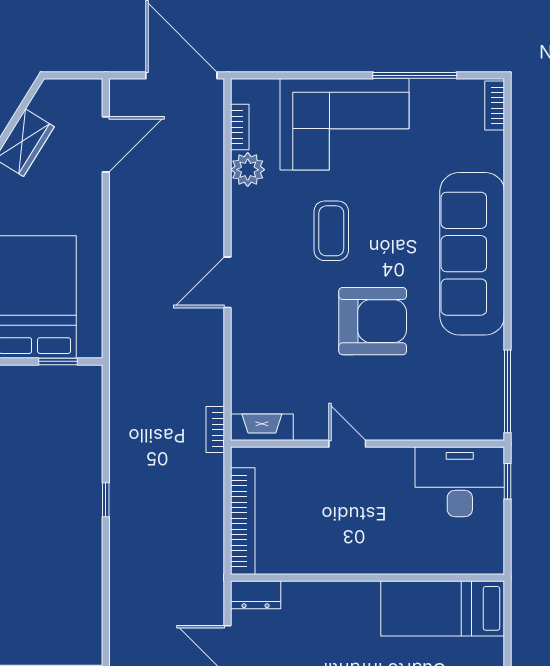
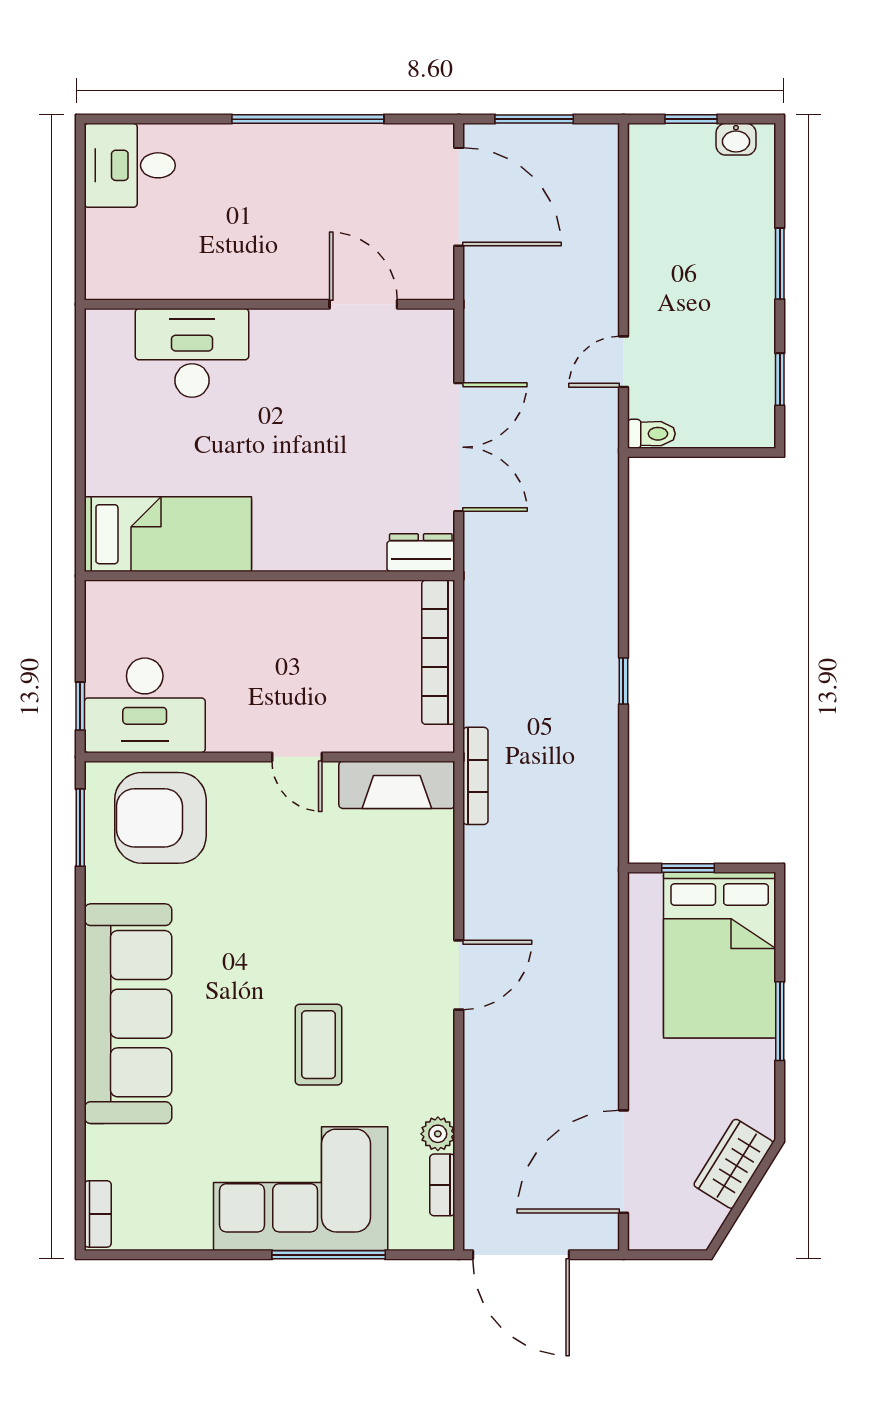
window: (415, 75) -> (329, 1255), moved
door: (106, 144) -> (623, 1162), width x1.36
plant: (248, 170) -> (438, 1134), width x0.73, depth x0.73
armchair: (373, 321) -> (160, 818), moved
window: (508, 391) -> (80, 828), width x0.69
fireplace: (262, 427) -> (397, 785), width x1.37, depth x1.32
bookcase: (215, 430) -> (475, 776), width x1.56

